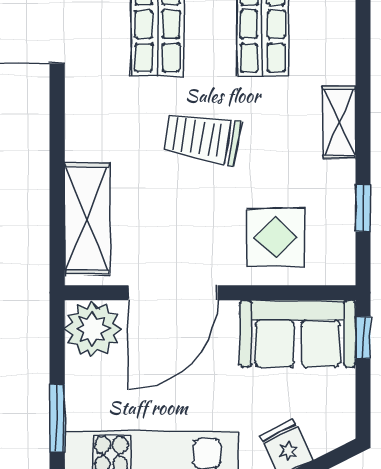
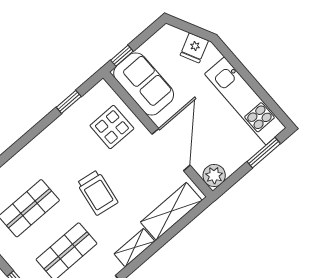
shelving: (339, 122) -> (134, 248), moved
door: (173, 293) -> (171, 150), hinge flipped
plant: (92, 329) -> (214, 175), width x0.73, depth x0.73

